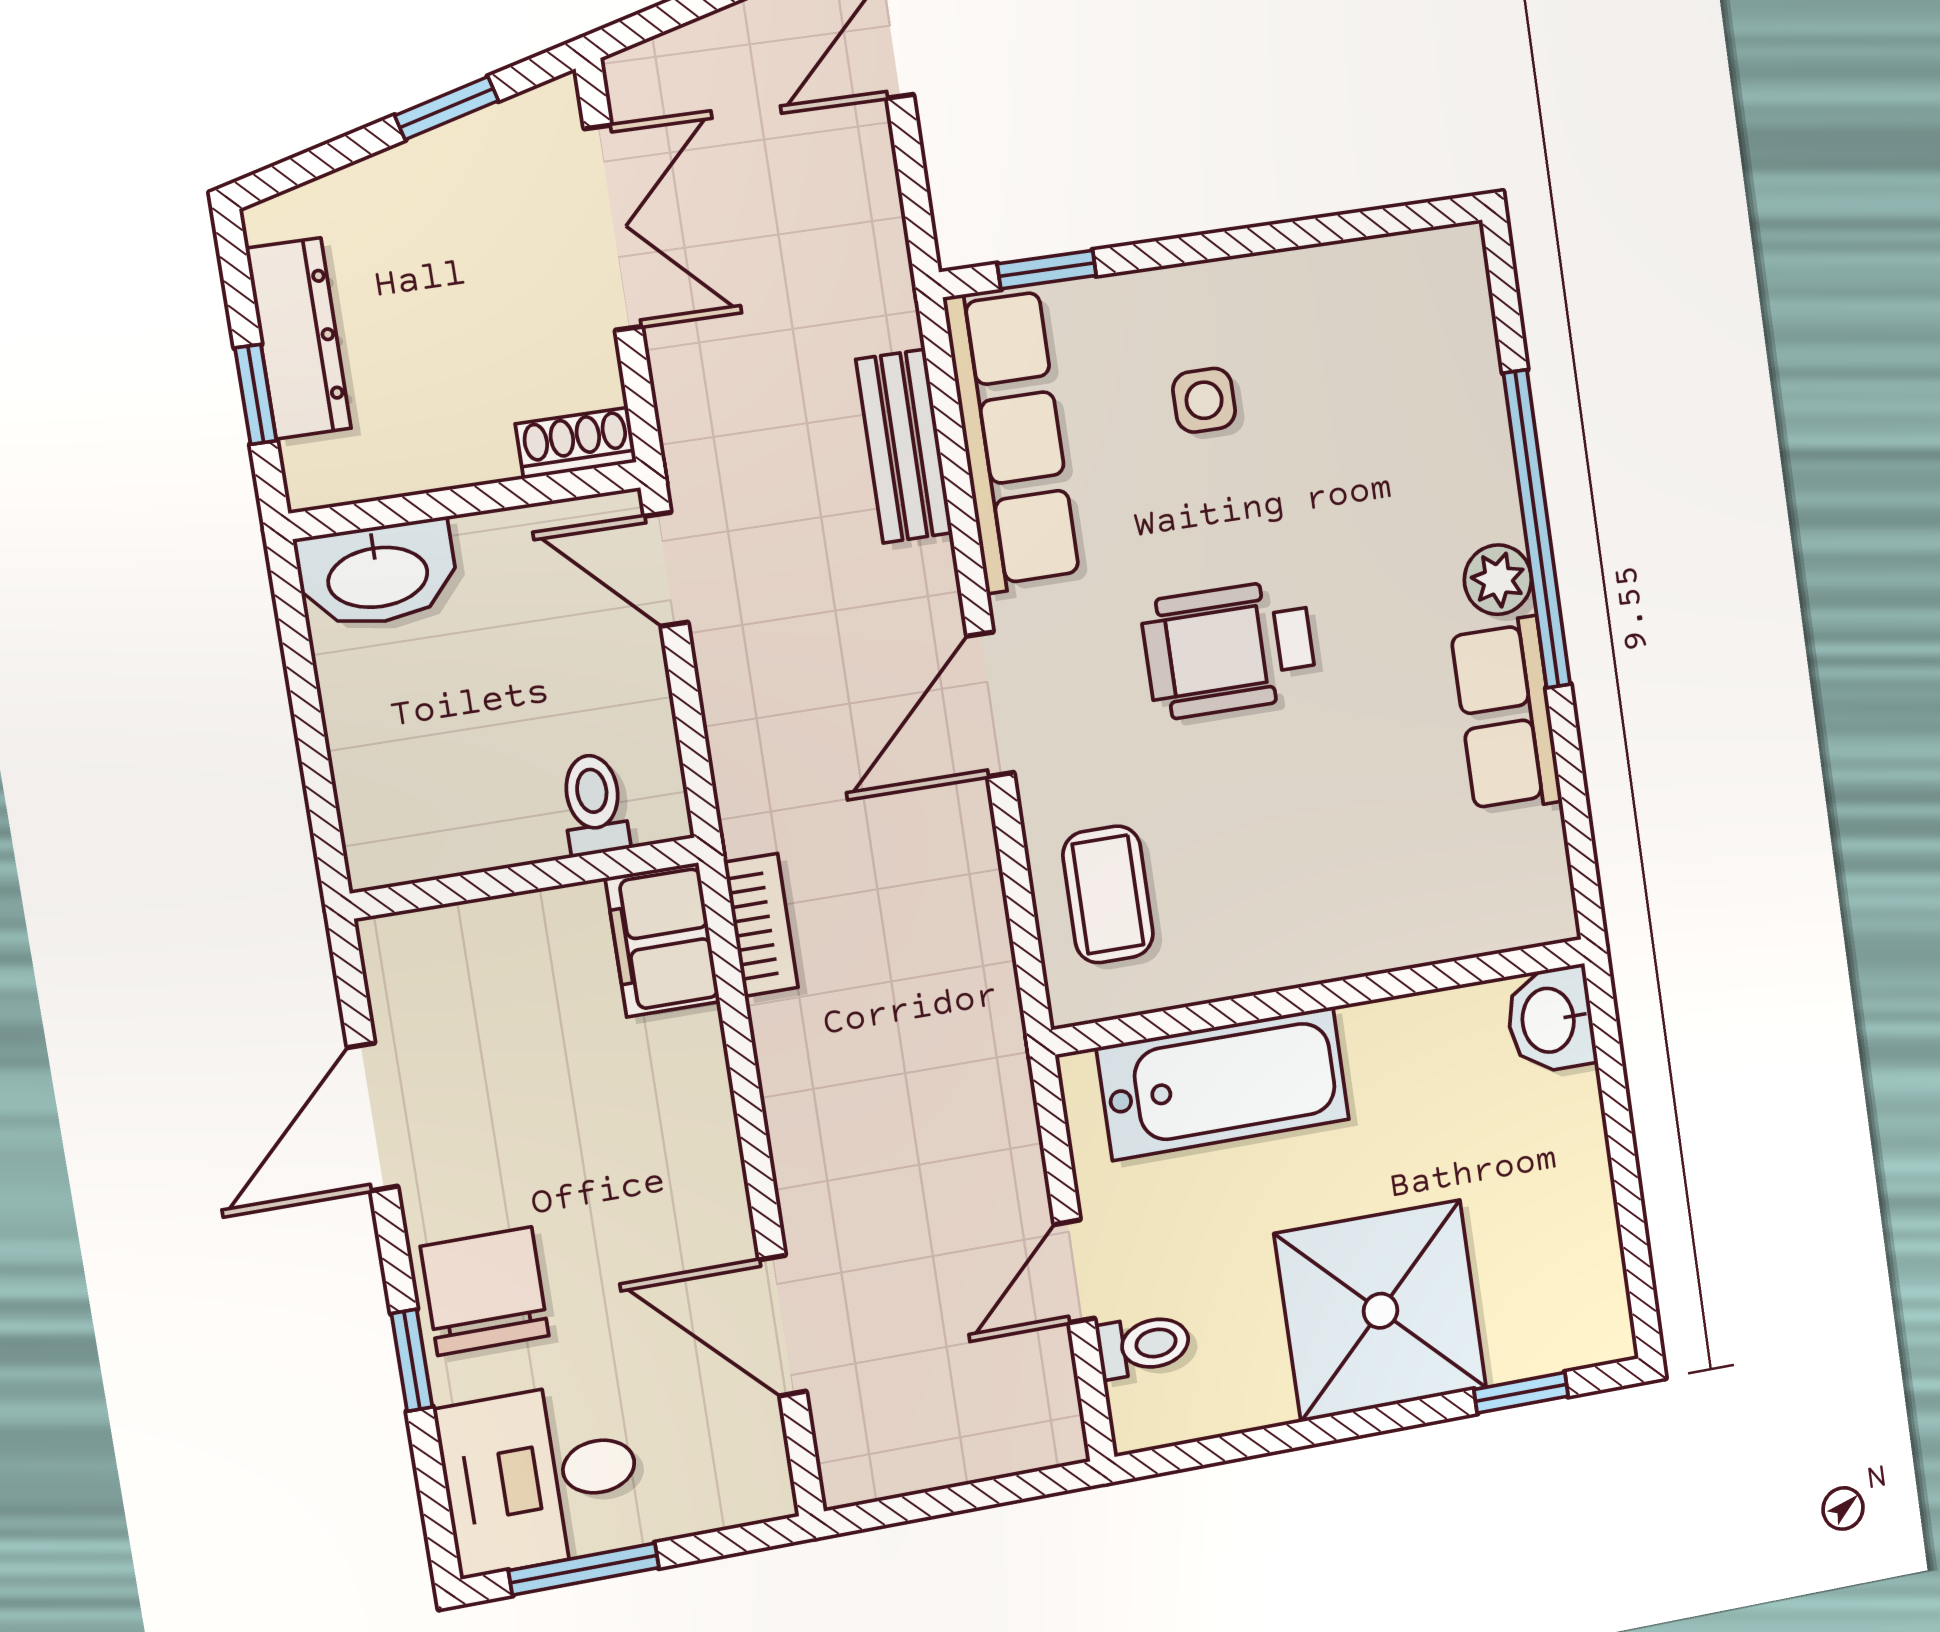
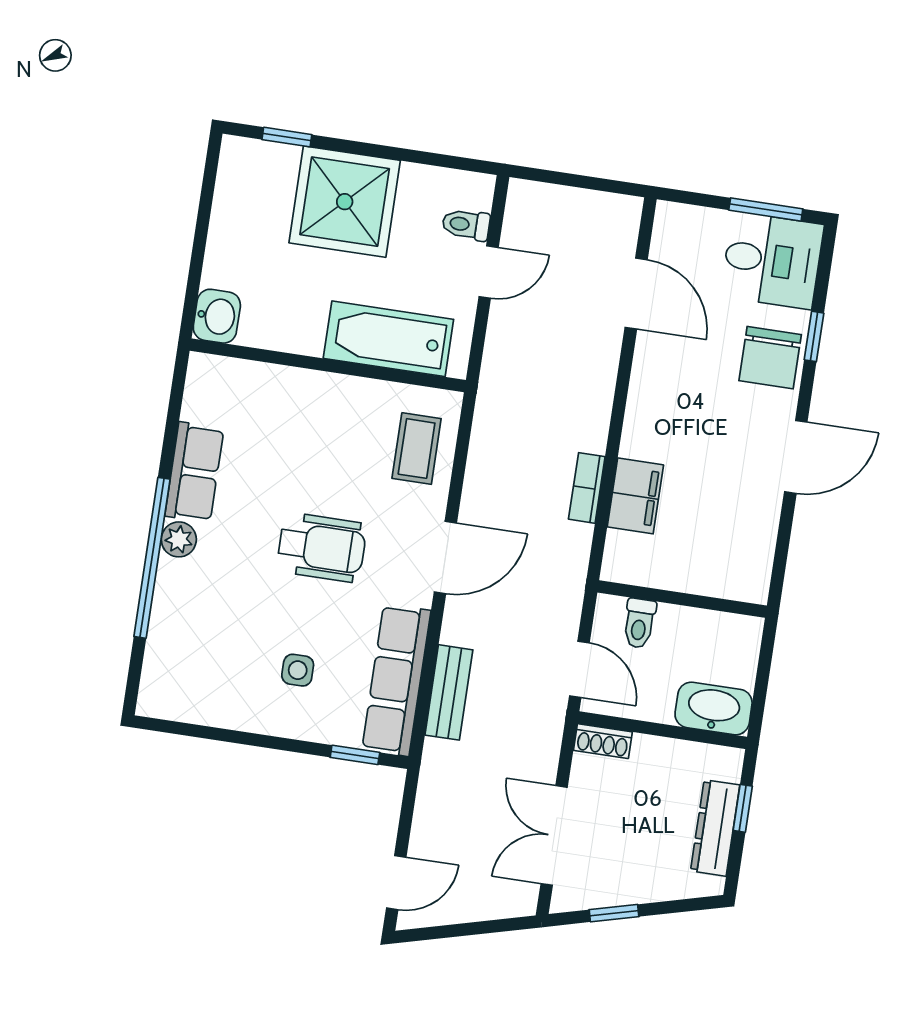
toilet: (594, 804) -> (639, 623), moved
wall: (525, 878) -> (682, 599), moved

